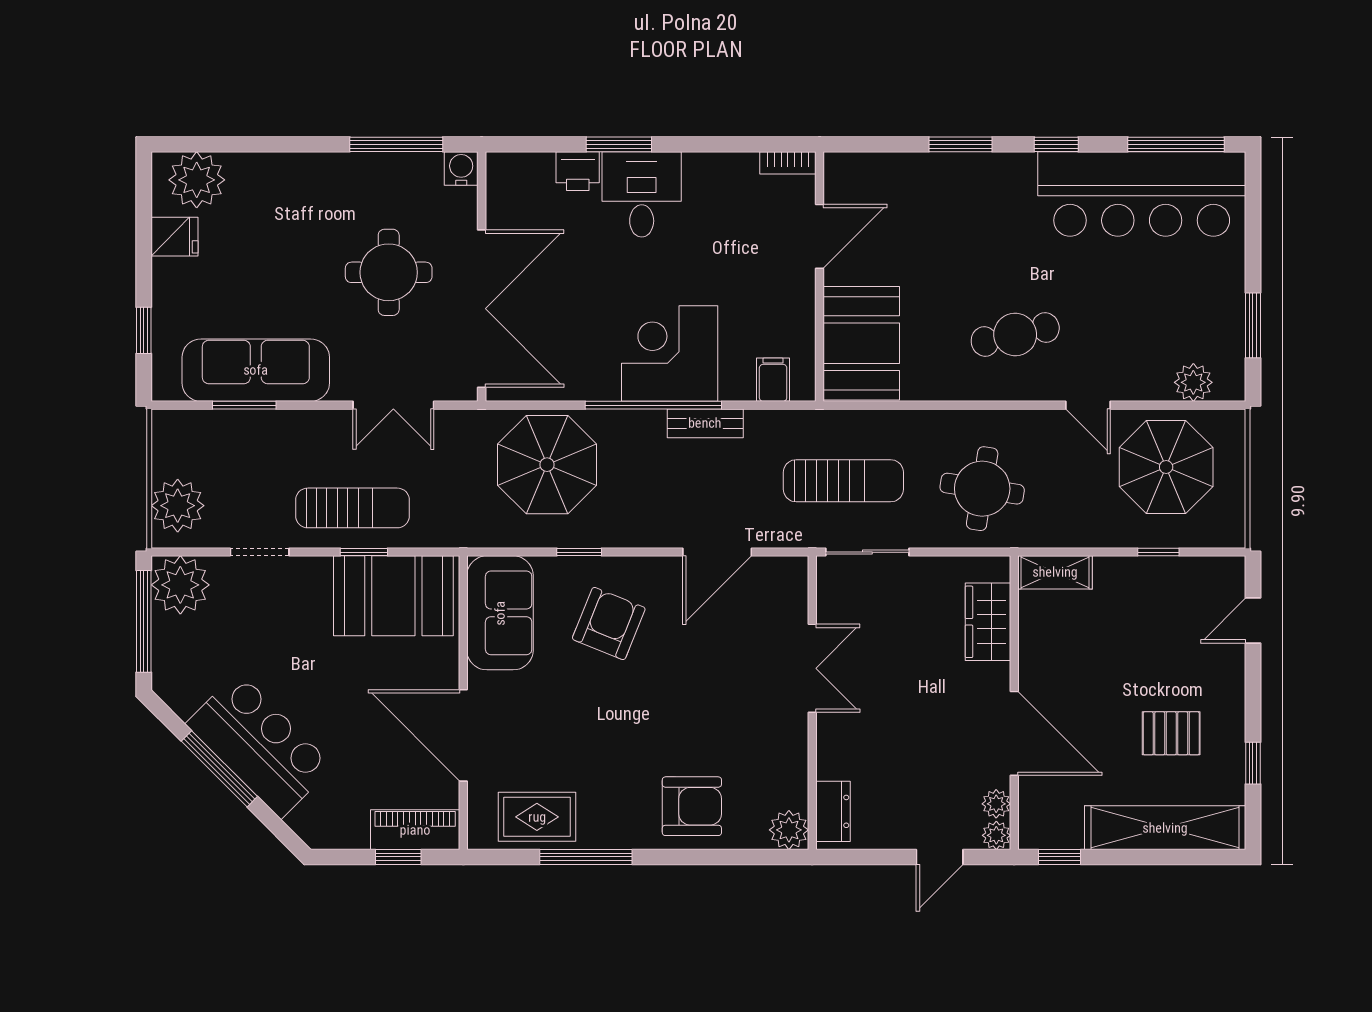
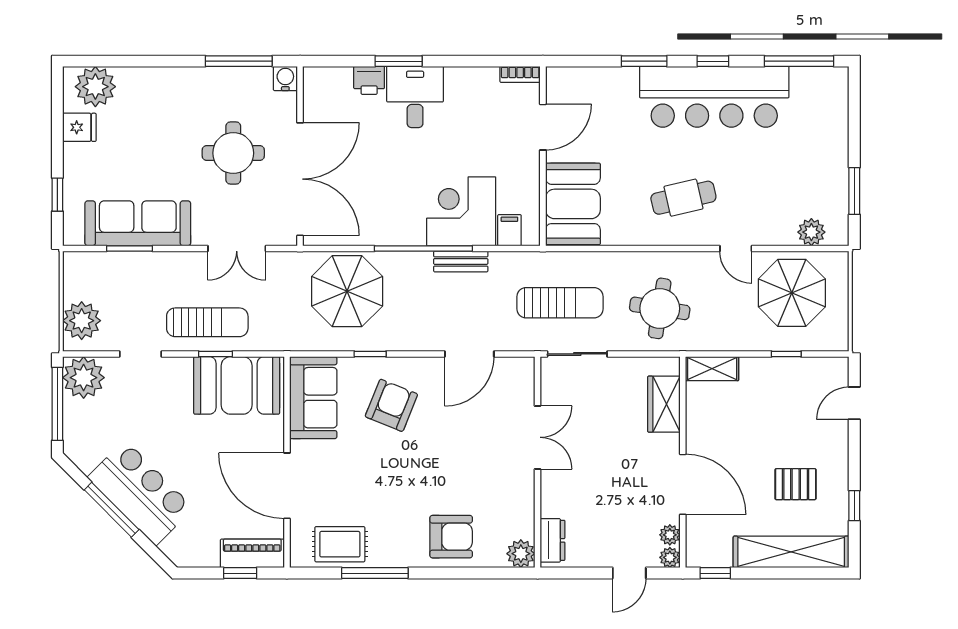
bar counter: (1142, 194) -> (714, 97), moved
corner desk: (670, 354) -> (461, 211), moved

